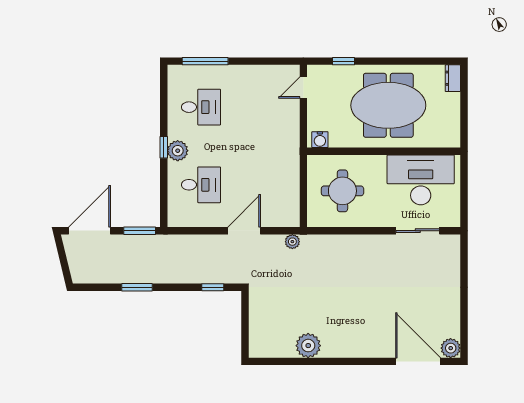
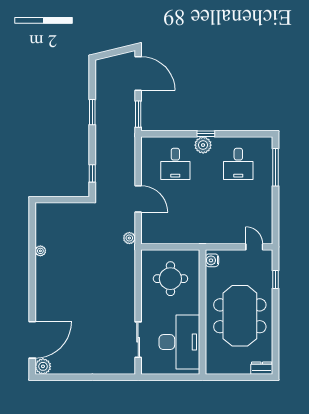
plant: (308, 346) -> (40, 251), width x0.53, depth x0.53

